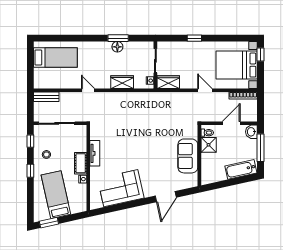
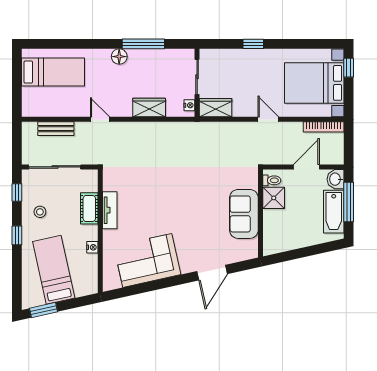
window: (118, 38) -> (143, 44), width x1.44
floor lamp: (117, 47) -> (119, 57), moved
bench: (46, 97) -> (56, 129), moved
cot: (81, 163) -> (89, 208), moved
bathtub: (241, 169) -> (334, 212), moved, turned -77

